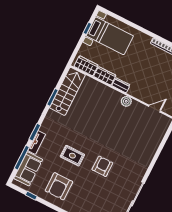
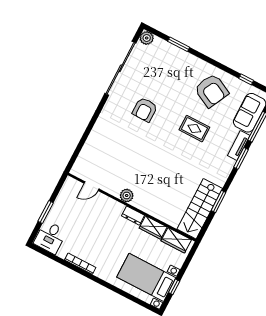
armchair: (102, 166) -> (145, 110), moved
armchair: (59, 186) -> (212, 91), turned 117

